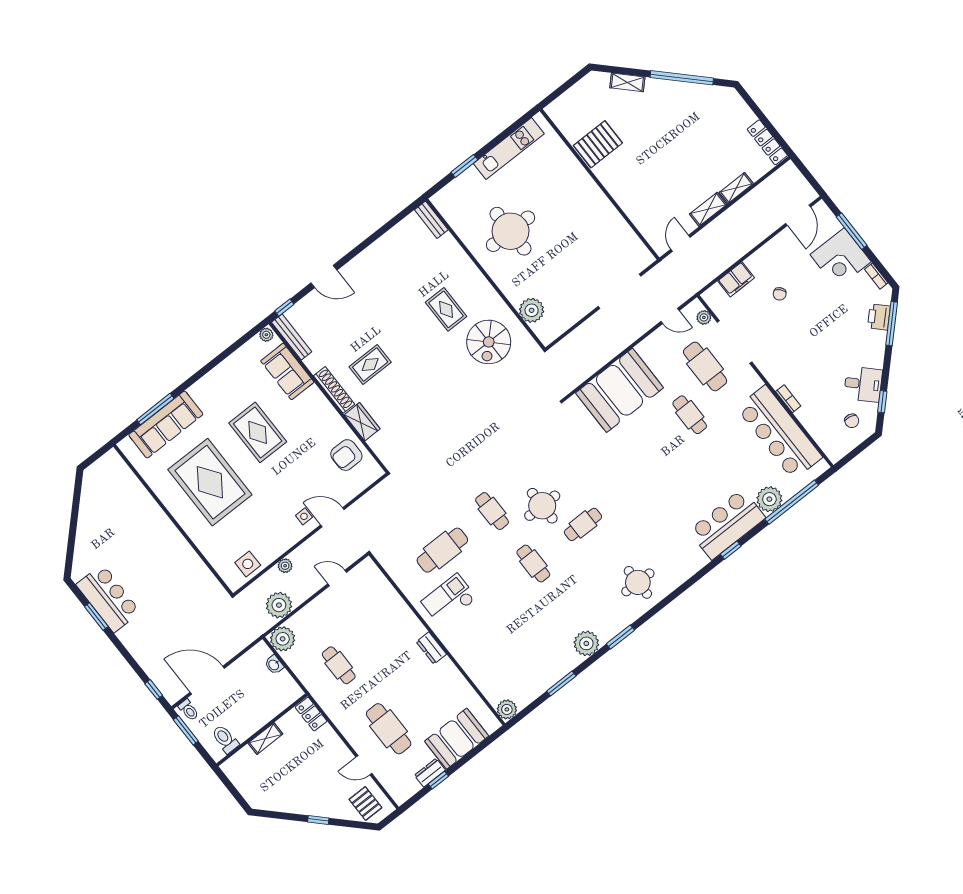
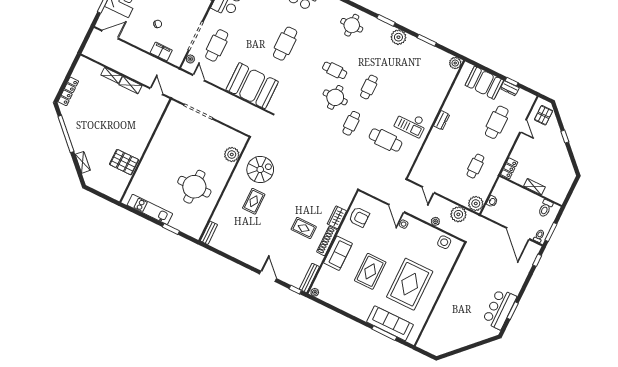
locker: (767, 142) -> (68, 91), moved
door: (680, 243) -> (156, 91), swing flipped
sofa: (287, 372) -> (338, 253), moved
cafe table: (690, 415) -> (285, 44), moved, width x1.37, depth x1.35

